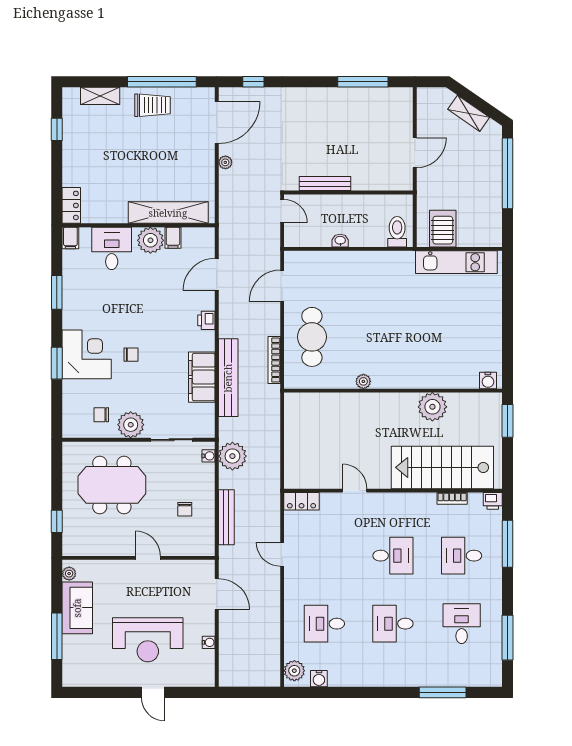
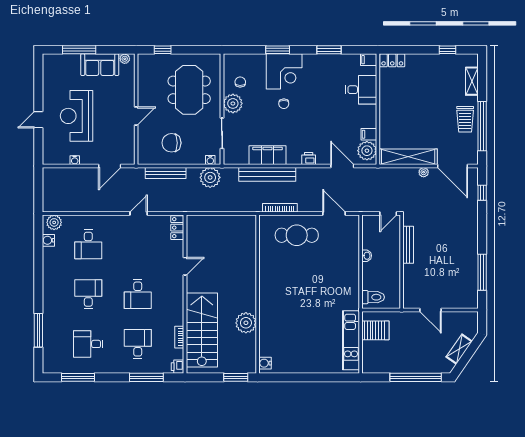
shelving: (168, 213) -> (408, 157), moved, turned 90
plant: (150, 240) -> (367, 151), moved
plant: (363, 381) -> (264, 273), removed
chair: (185, 509) -> (171, 143), width x1.87, depth x1.87
desk: (324, 624) -> (88, 244), turned 180
desk: (462, 624) -> (88, 344), turned 180

